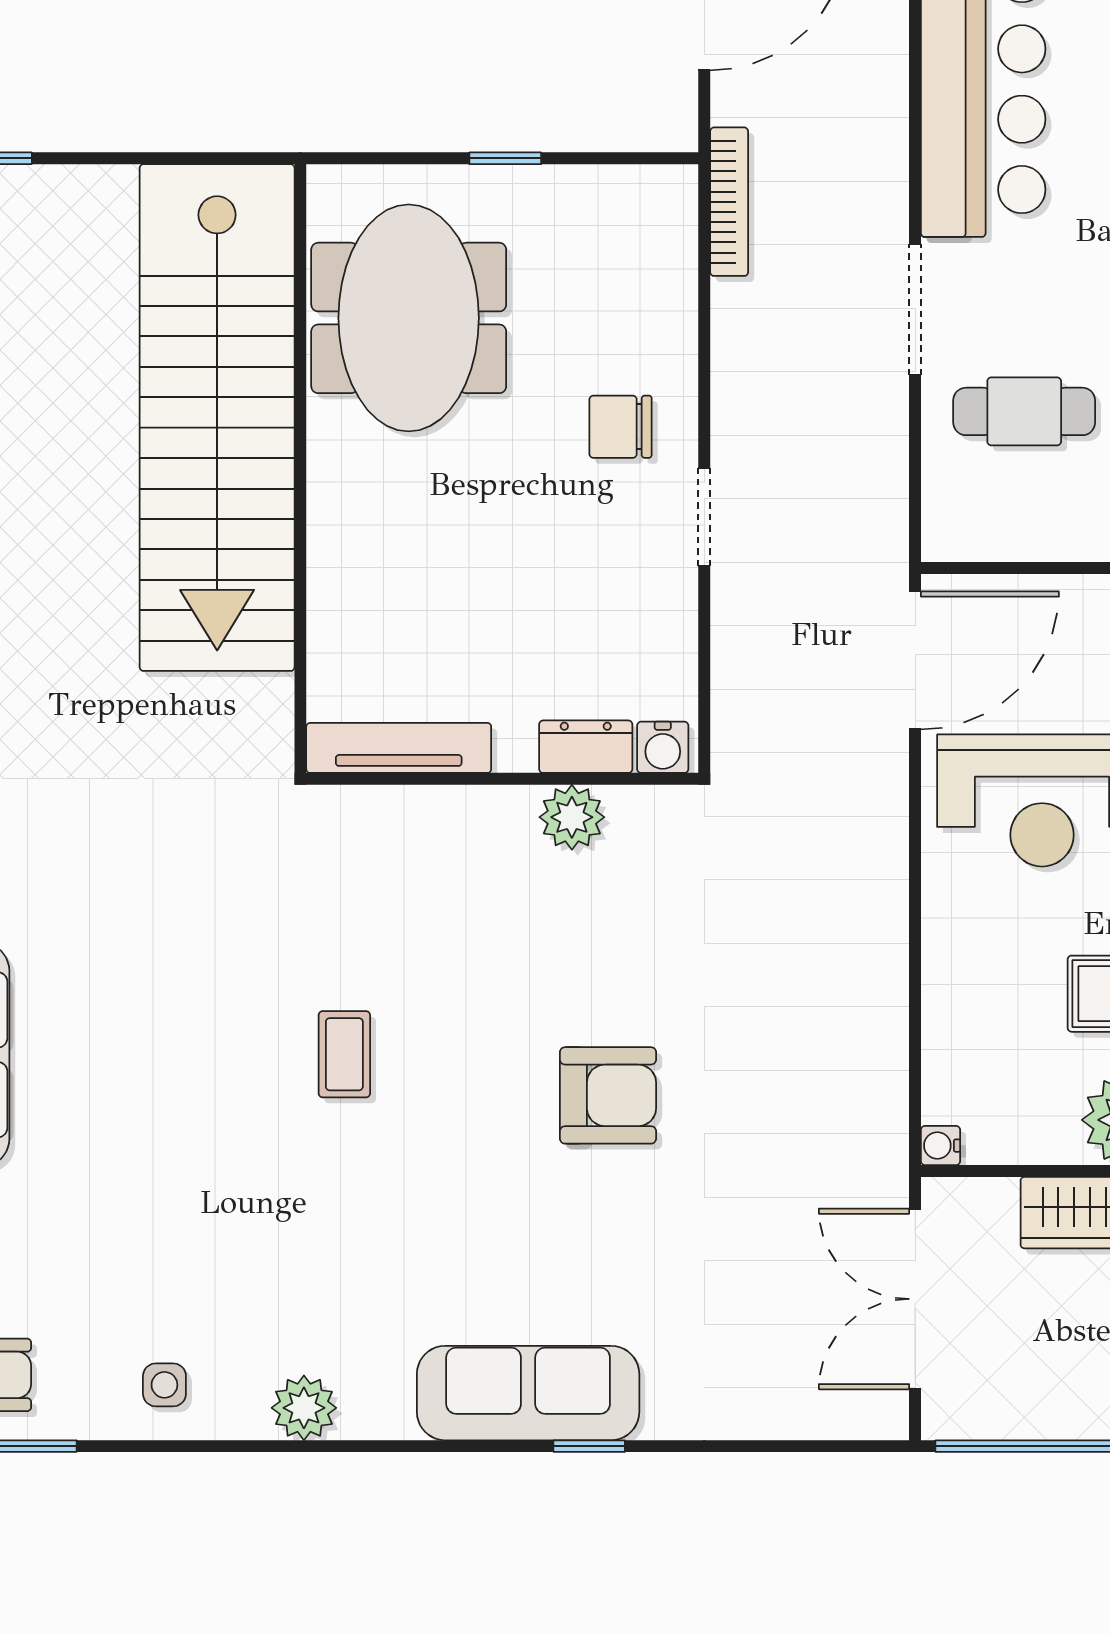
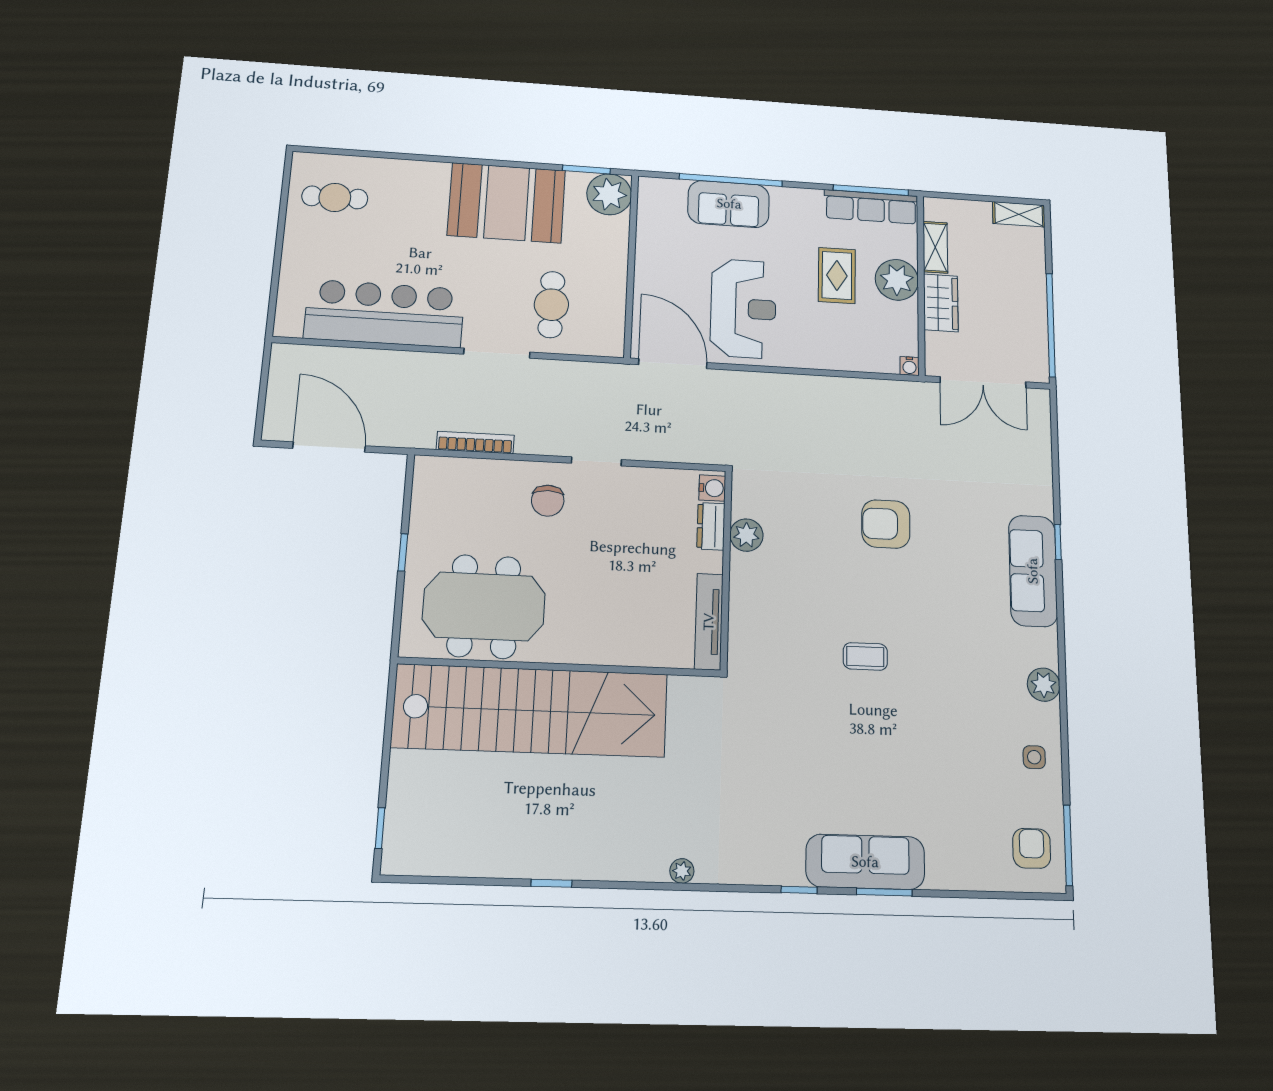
bookcase: (729, 202) -> (475, 443), moved
armchair: (608, 1095) -> (886, 524), turned -90

